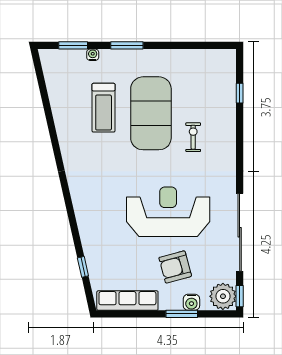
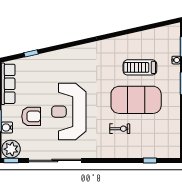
reception desk: (168, 212) -> (69, 112), turned 180
armchair: (175, 267) -> (31, 116), turned 105

